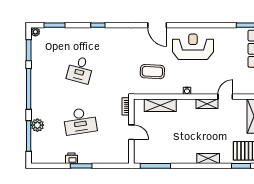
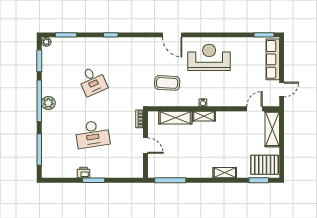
desk: (80, 70) -> (92, 81), turned -39
door: (225, 97) -> (255, 109), moved
shelving: (207, 104) -> (204, 116), moved
plant: (37, 125) -> (48, 103), moved

